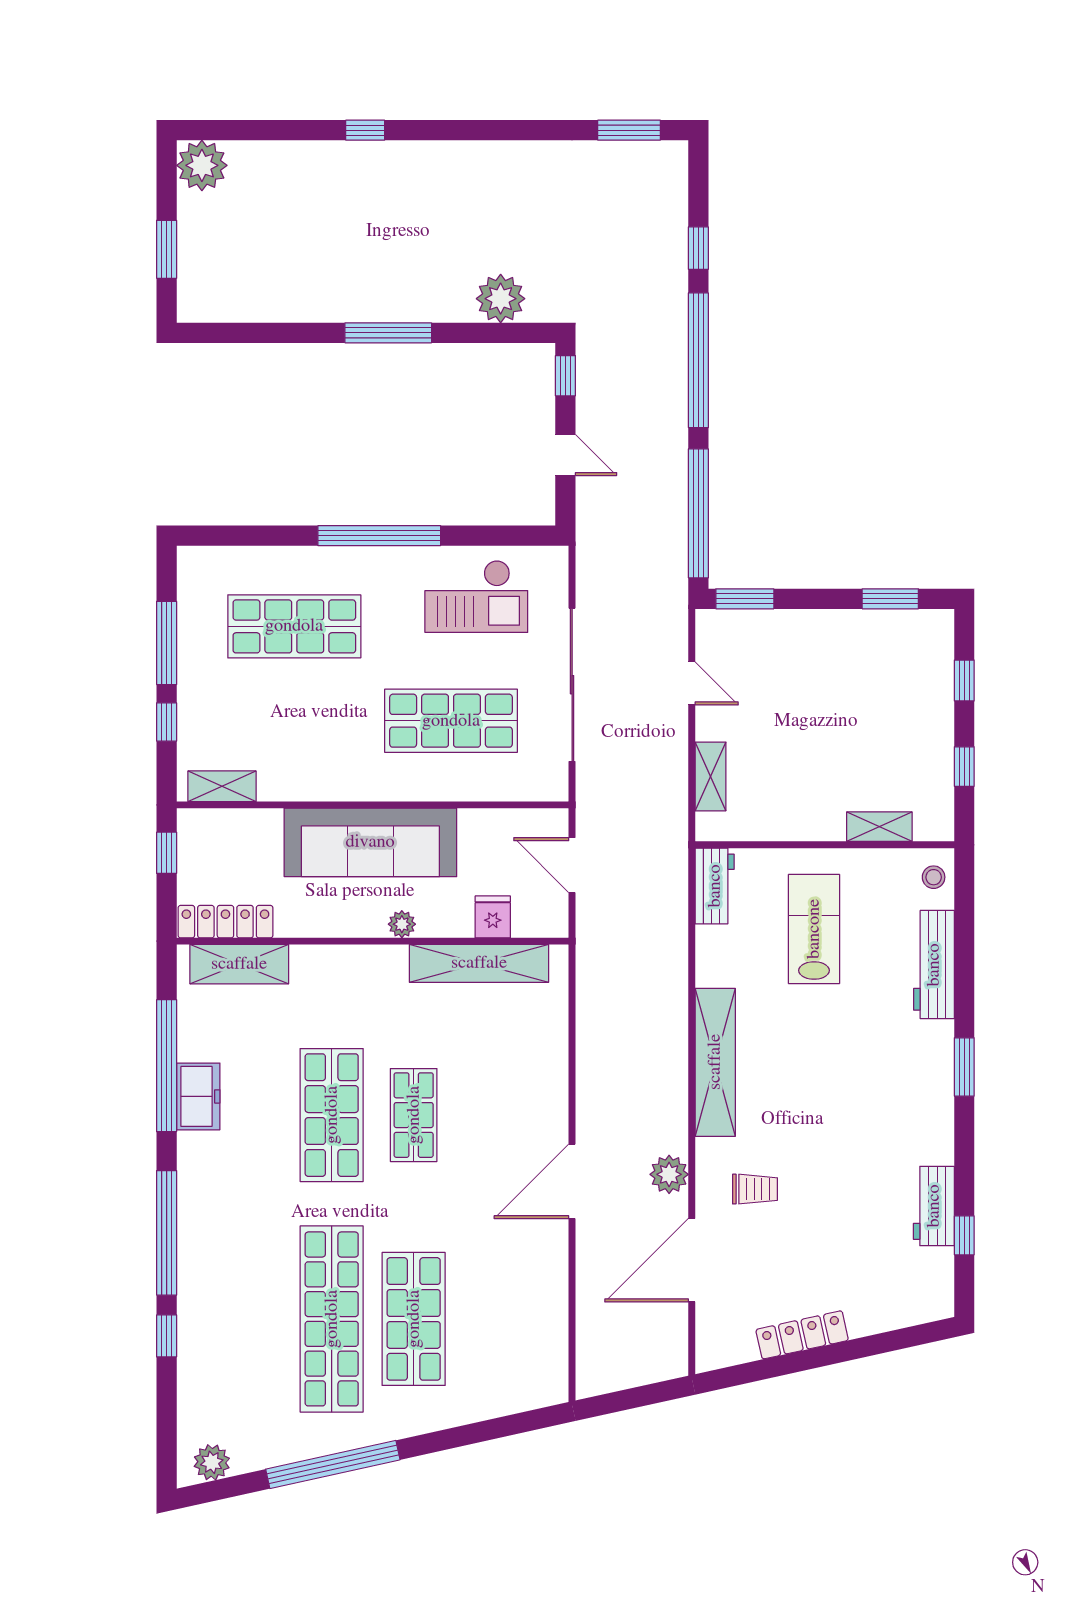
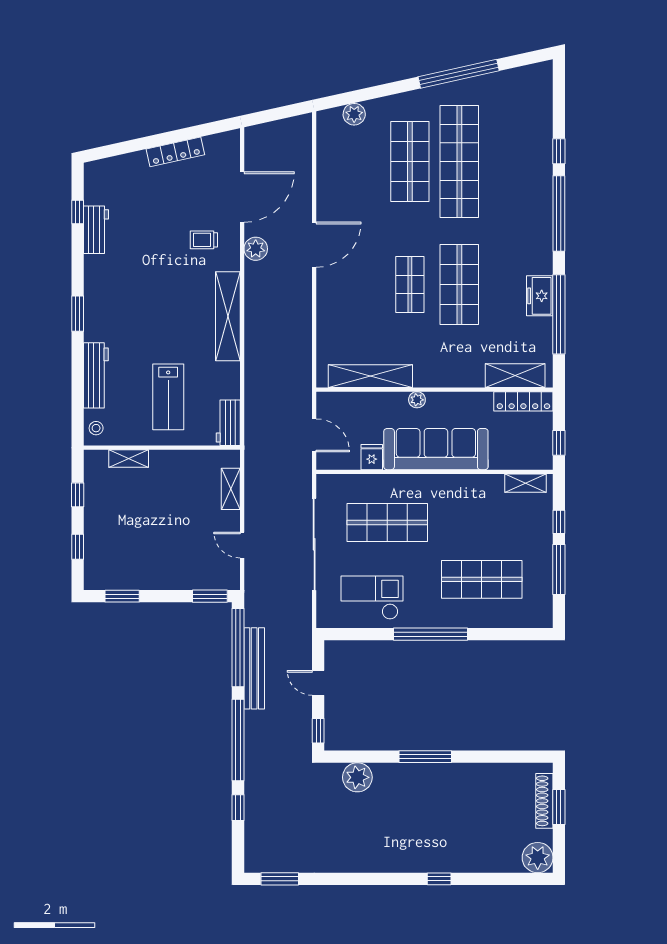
shoe rack: (191, 260) -> (544, 801), added
bench: (672, 479) -> (254, 668), added
fridge: (493, 917) -> (372, 457), moved, turned 180
plant: (212, 1462) -> (354, 114), moved

